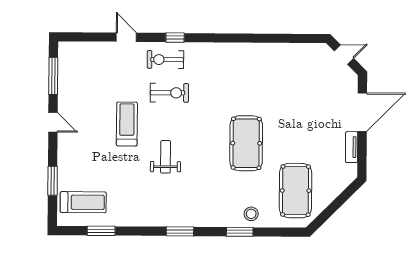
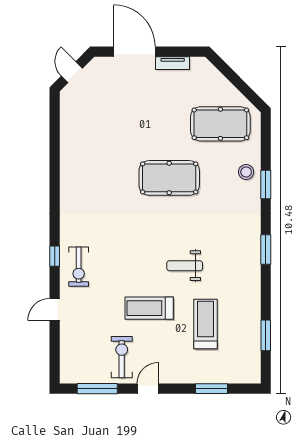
exercise bike: (169, 93) -> (122, 357), moved
treadmill: (83, 202) -> (206, 324), moved

